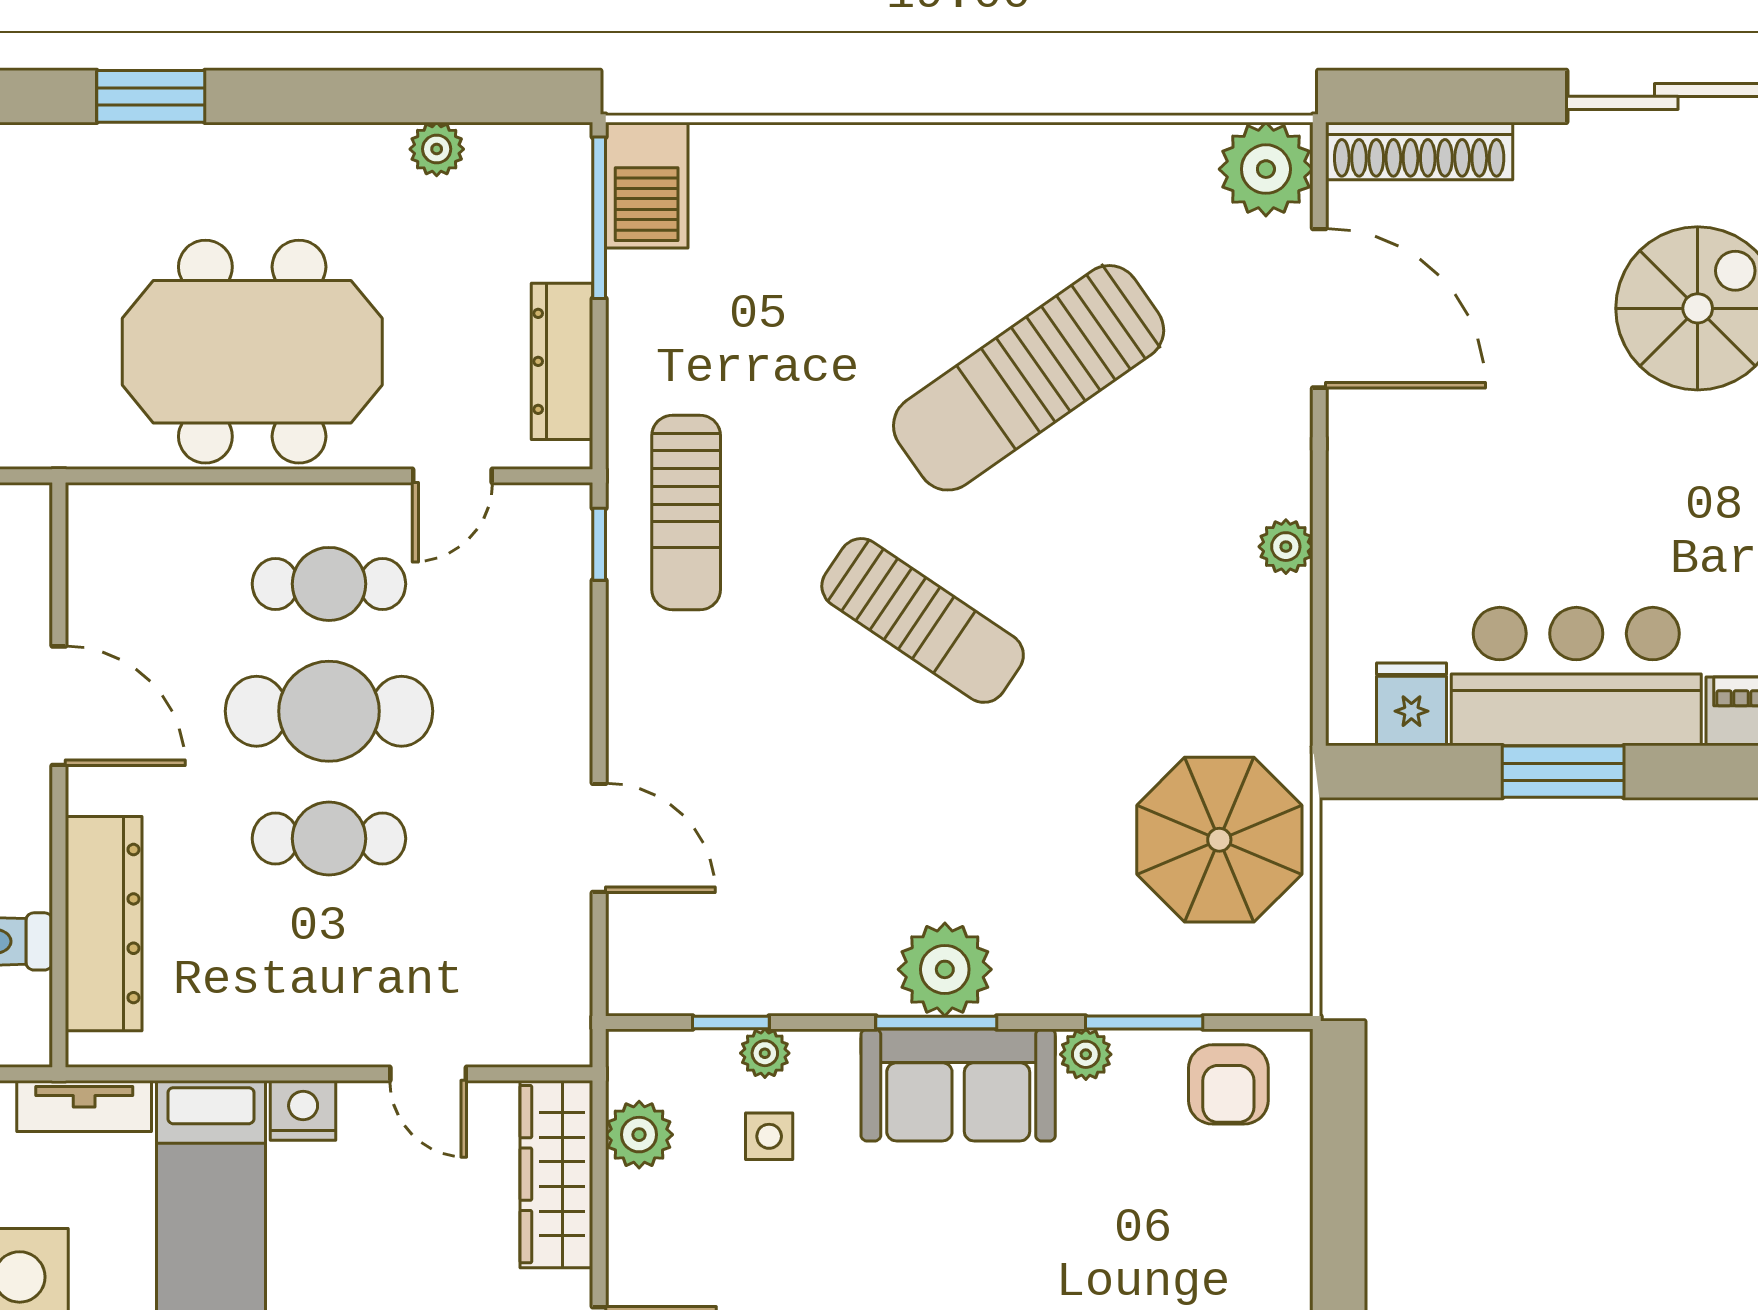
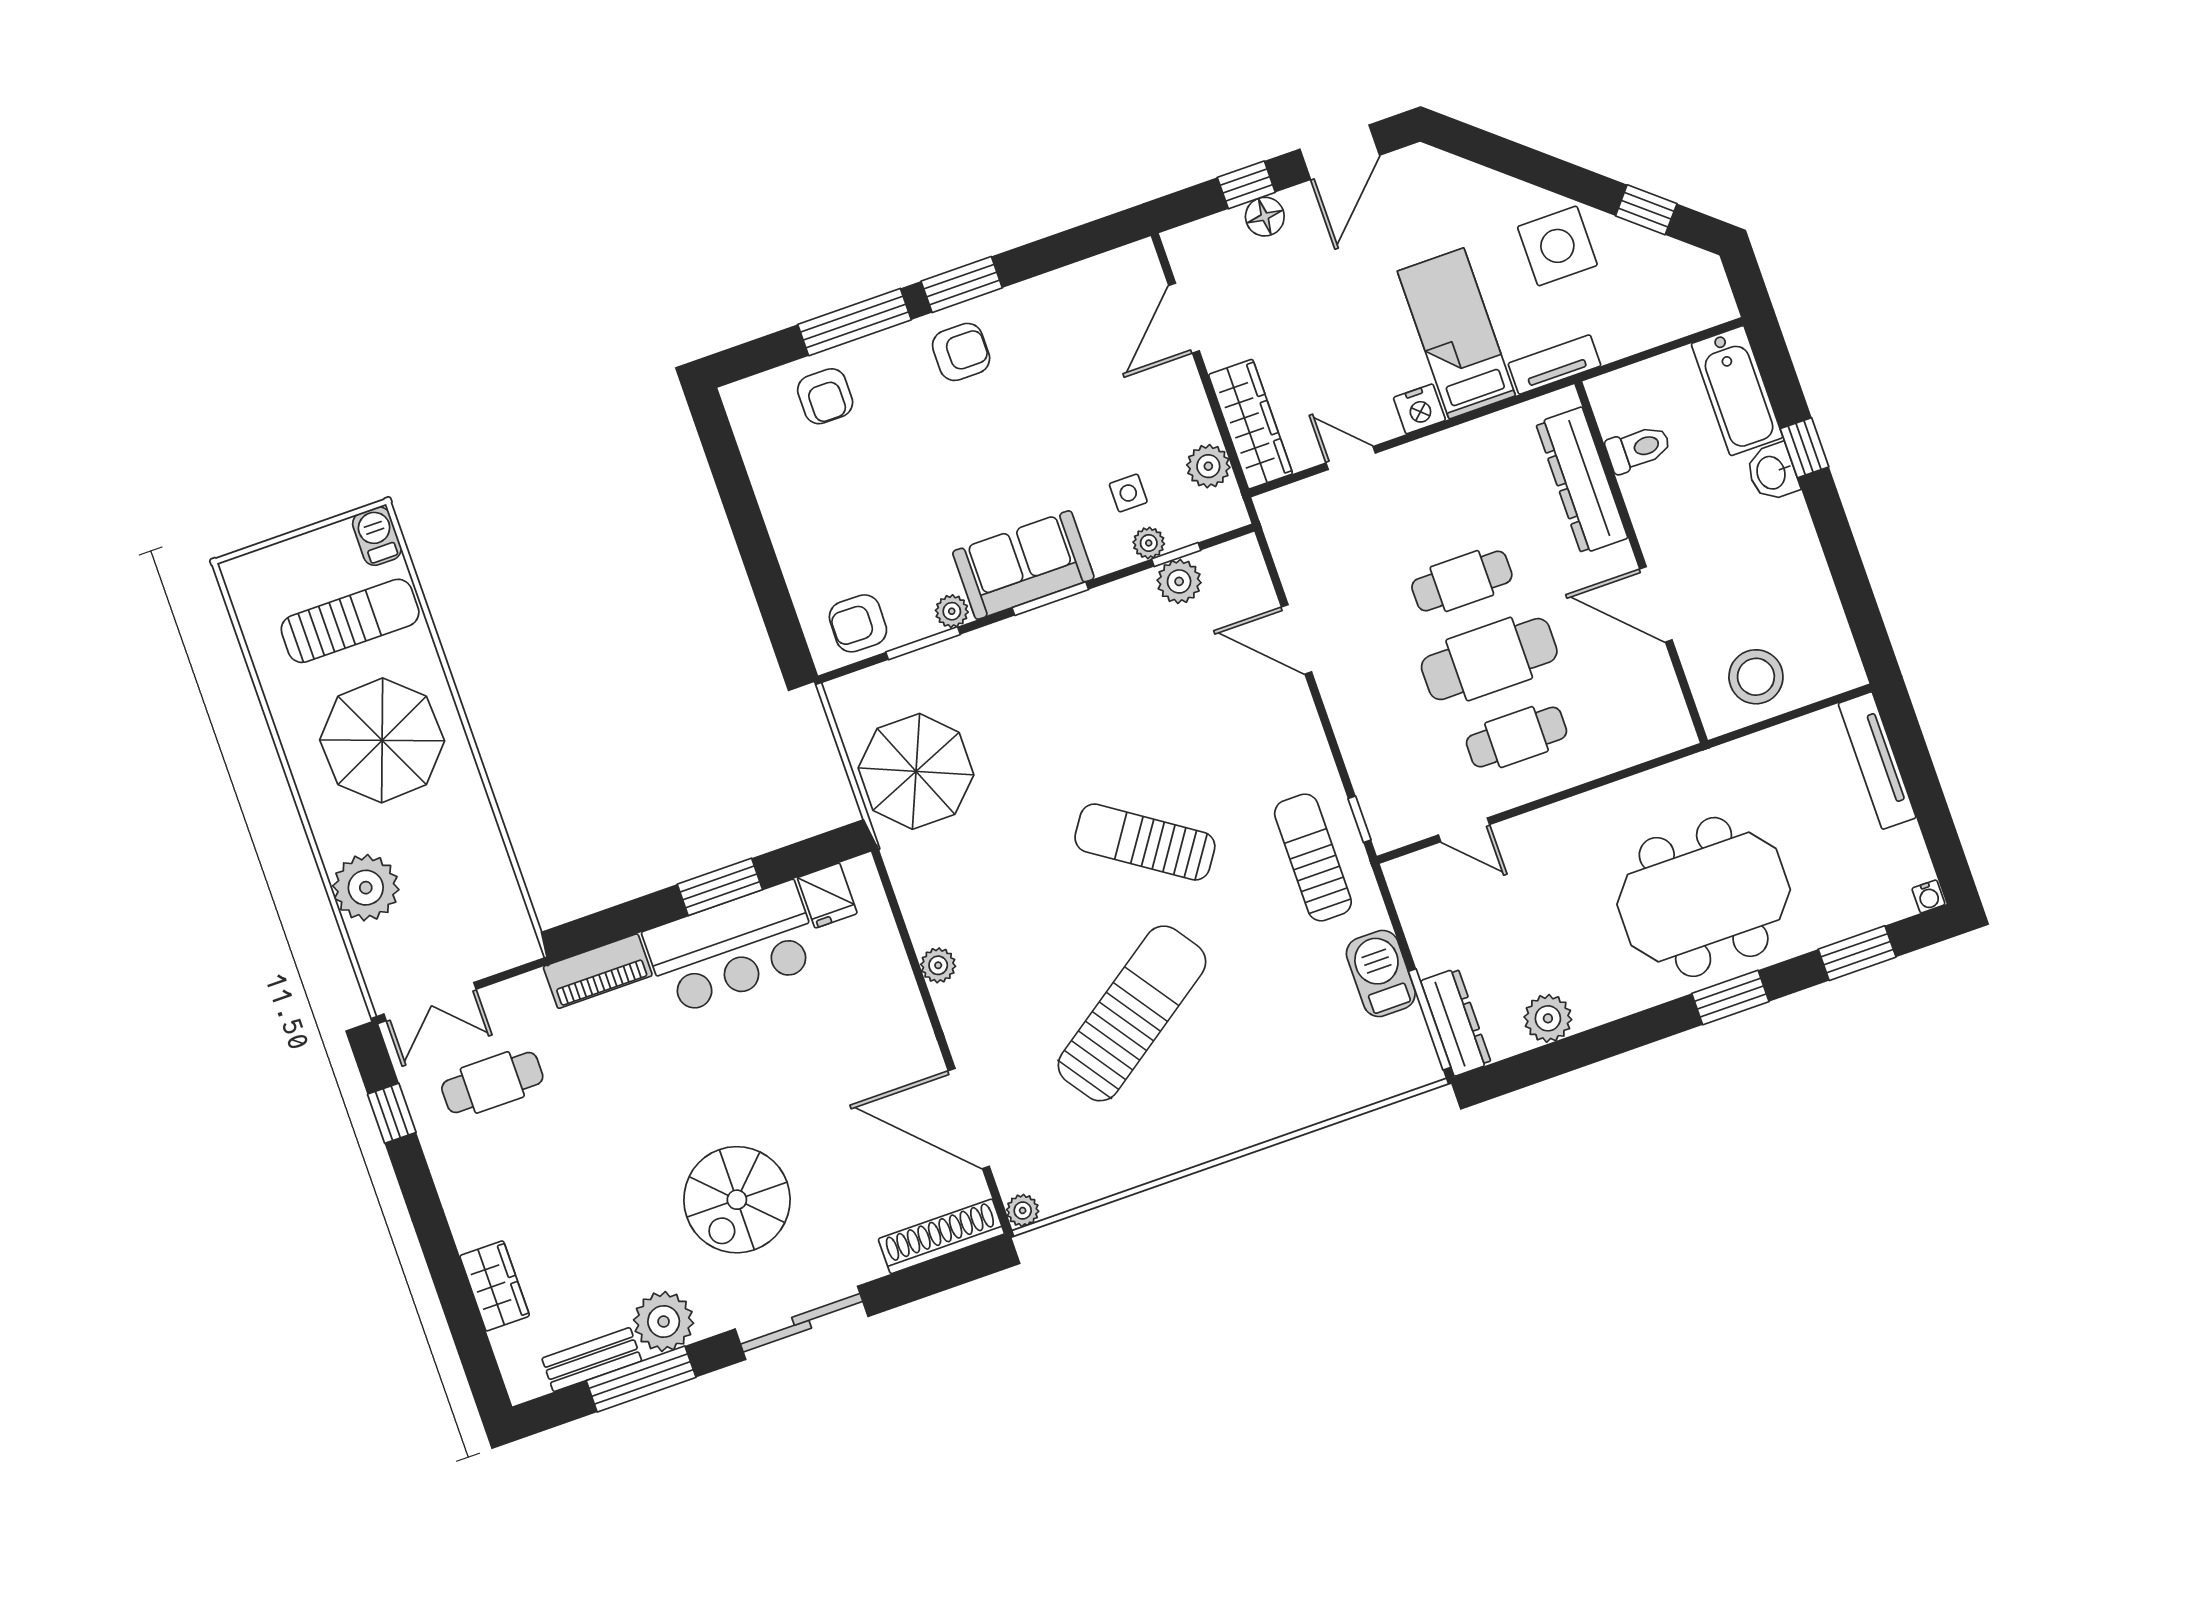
plant: (437, 149) -> (1548, 1018), width x1.38, depth x1.38
plant: (1266, 169) -> (1023, 1210), width x0.53, depth x0.53
barbecue: (647, 185) -> (1381, 974), moved
meeting table: (252, 352) -> (1704, 897), moved
dresser: (562, 361) -> (1456, 1022), moved
door: (452, 476) -> (1464, 830), swing flipped
plant: (945, 969) -> (1179, 581), moved, width x0.73, depth x0.73
armchair: (1228, 1084) -> (858, 623), turned -89

